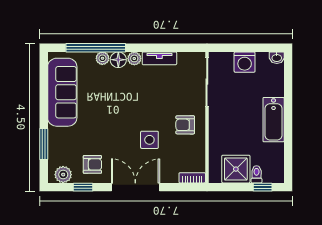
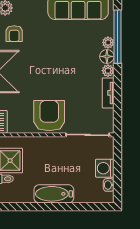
washbasin: (277, 58) -> (109, 185), moved
armchair: (185, 125) -> (49, 116), width x1.88, depth x1.88
side table: (149, 140) -> (36, 84), removed

